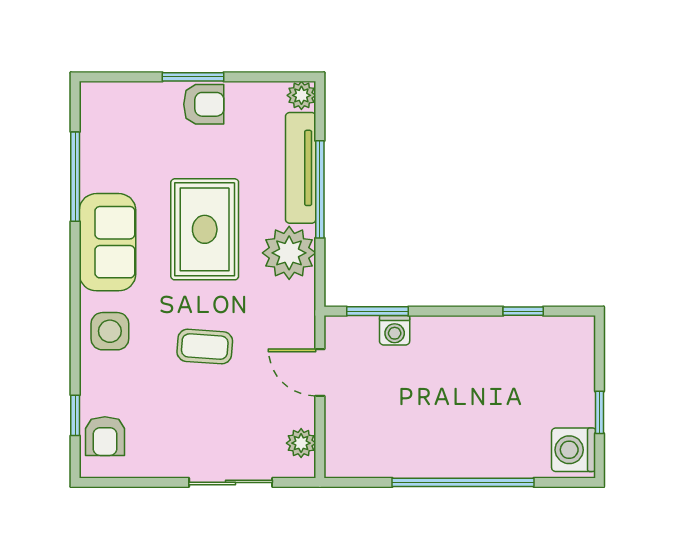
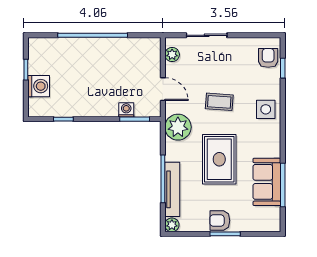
sofa: (108, 242) -> (267, 182), moved
plant: (289, 253) -> (178, 127), moved
washing machine: (574, 450) -> (39, 86), moved

